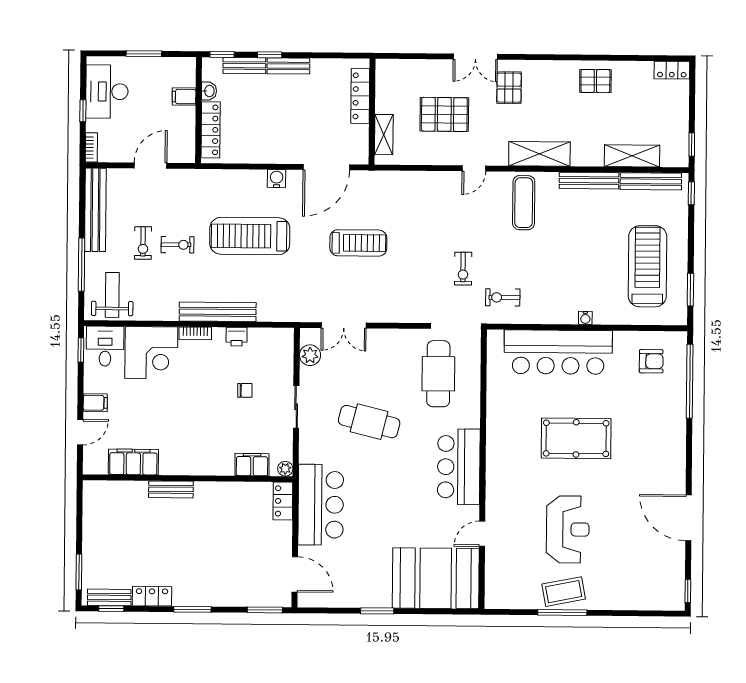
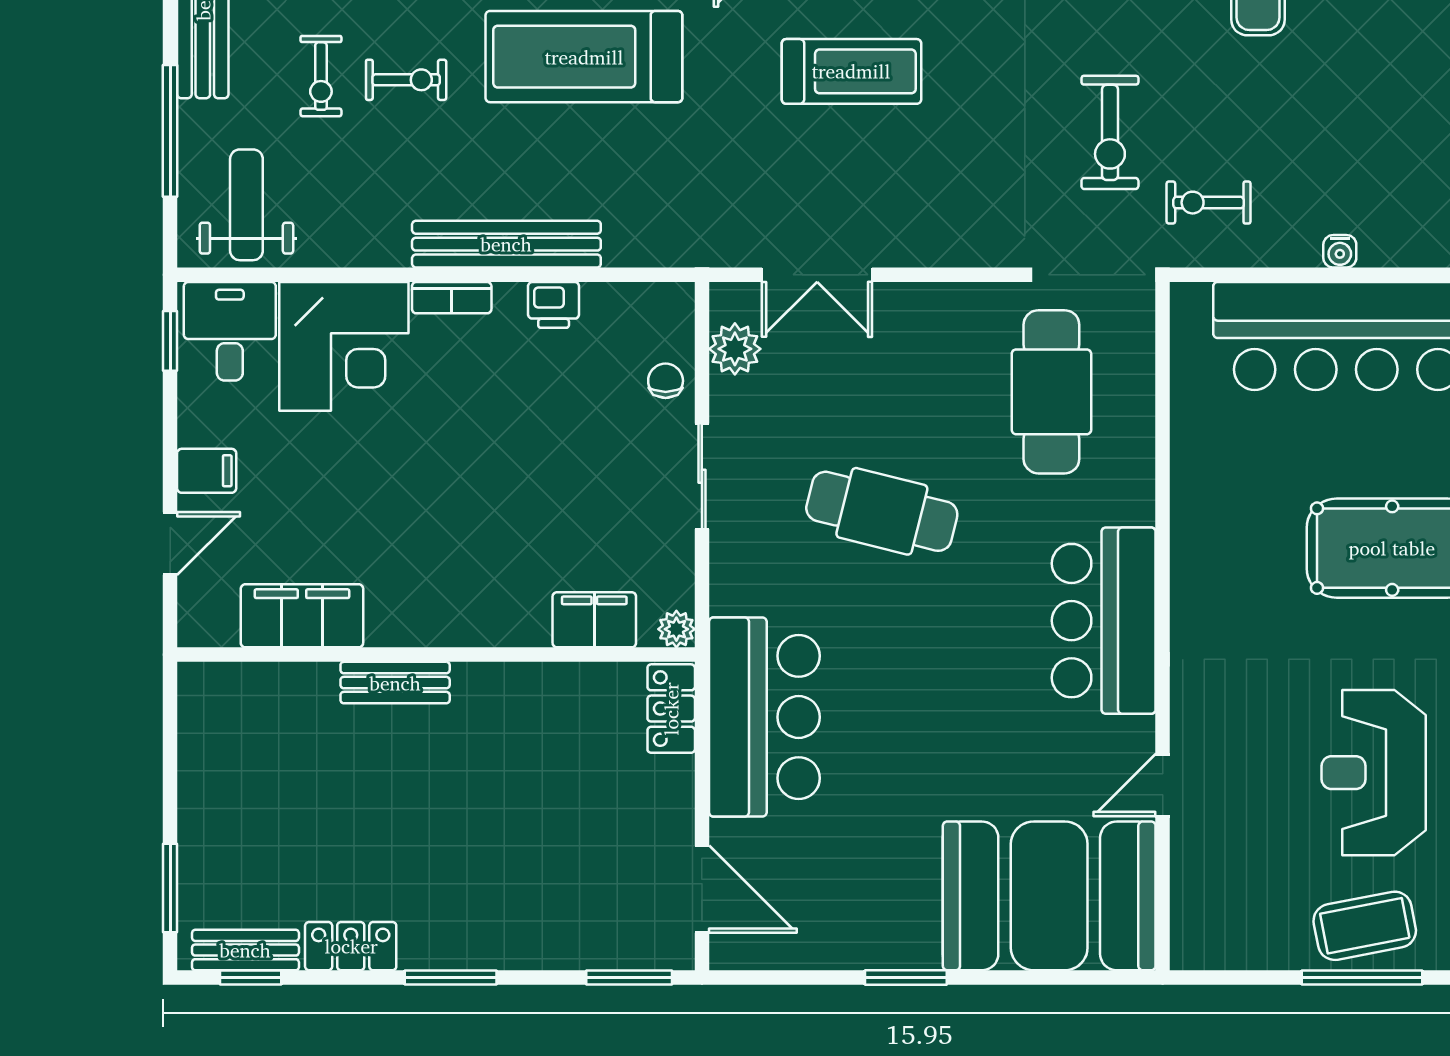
exercise bike: (463, 269) -> (1110, 132), width x1.38, depth x1.39
water cooler: (585, 318) -> (1340, 251), moved
chair: (245, 390) -> (666, 381), moved, turned -90
reception desk: (568, 529) -> (1374, 773), turned 180

